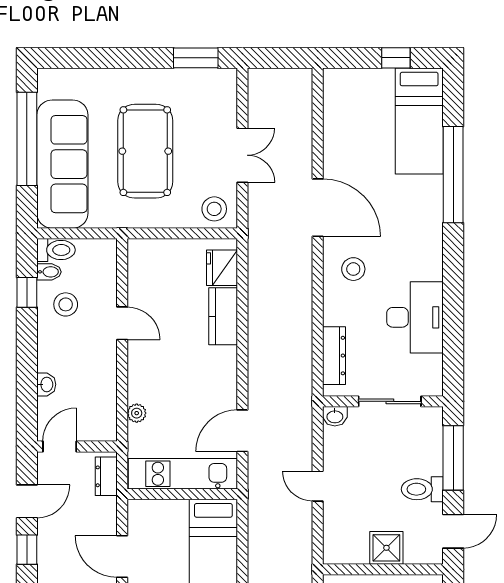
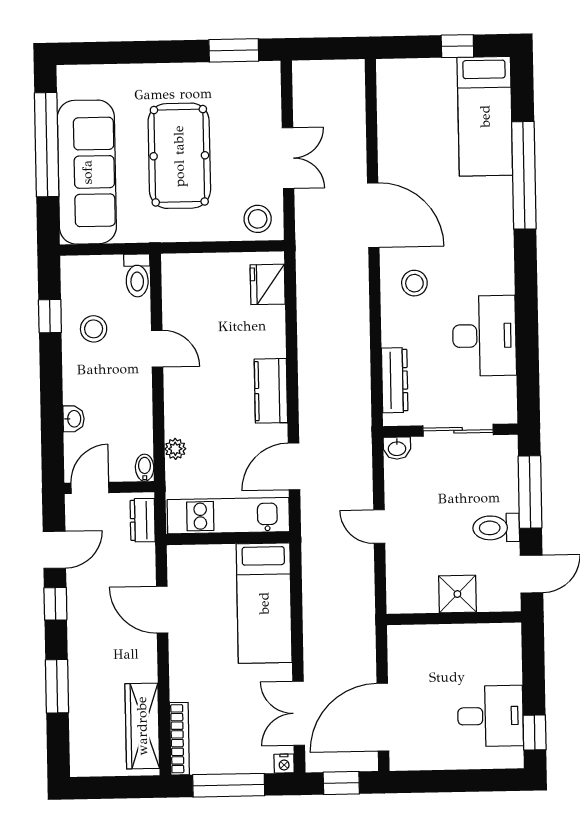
toilet: (56, 250) -> (137, 276), moved, turned 90
bidet: (49, 272) -> (145, 468), moved, turned -90
kitchen counter: (223, 316) -> (271, 391), moved

